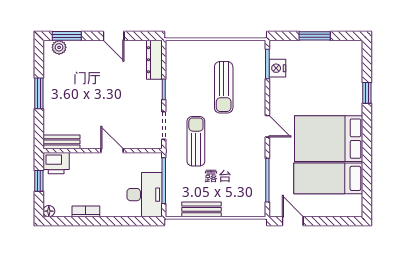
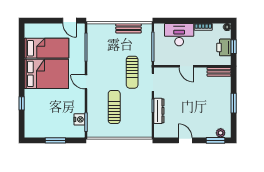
dresser: (154, 60) -> (159, 111), moved
printer: (56, 163) -> (224, 47), moved, turned -90
desk: (145, 195) -> (179, 35), moved, turned 90

